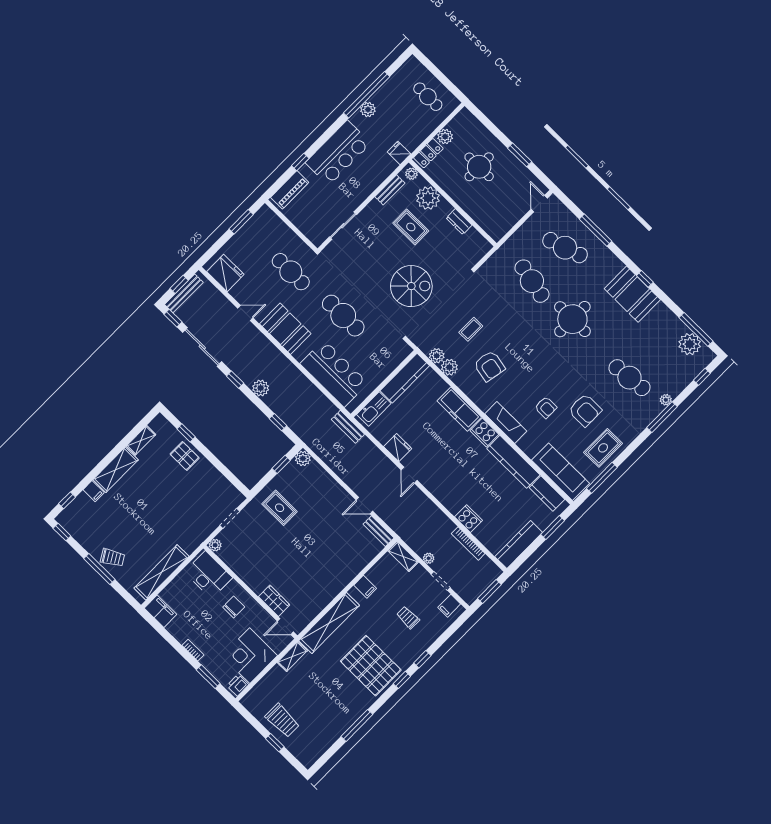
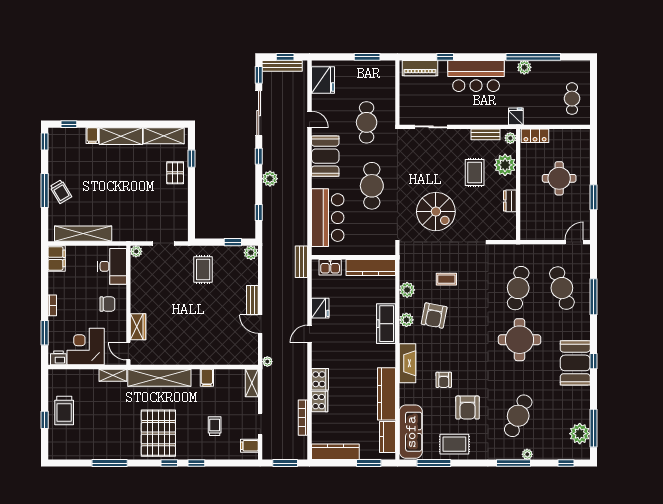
plant: (445, 137) -> (557, 136), removed
plant: (437, 356) -> (406, 320), moved
cafe table: (629, 378) -> (518, 416), turned 30
kitchen sink: (374, 409) -> (330, 267), width x0.73
cooker: (484, 432) -> (320, 379), moved, turned 180
shelving: (141, 440) -> (164, 136), width x1.50, depth x1.33
bench: (378, 531) -> (252, 300), moved
plant: (429, 558) -> (267, 362), moved

